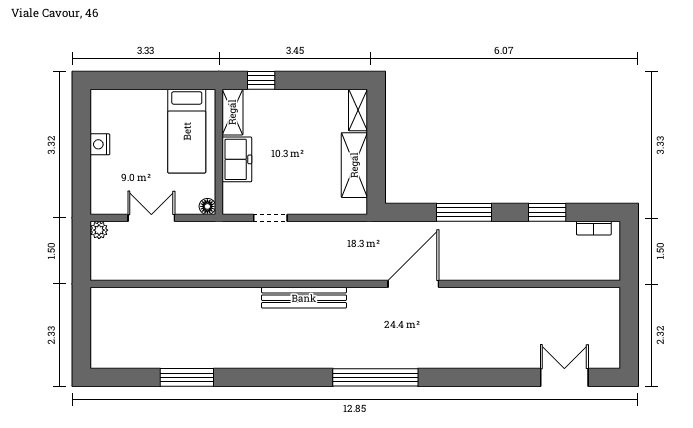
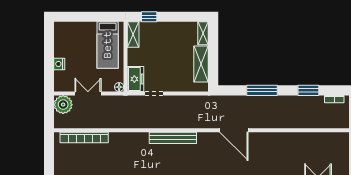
nightstand: (100, 144) -> (59, 64), moved
freezer: (237, 159) -> (136, 79), moved
plant: (99, 230) -> (63, 105), width x1.87, depth x1.87
door: (413, 284) -> (234, 130), swing flipped
bookcase: (145, 297) -> (84, 137), added

